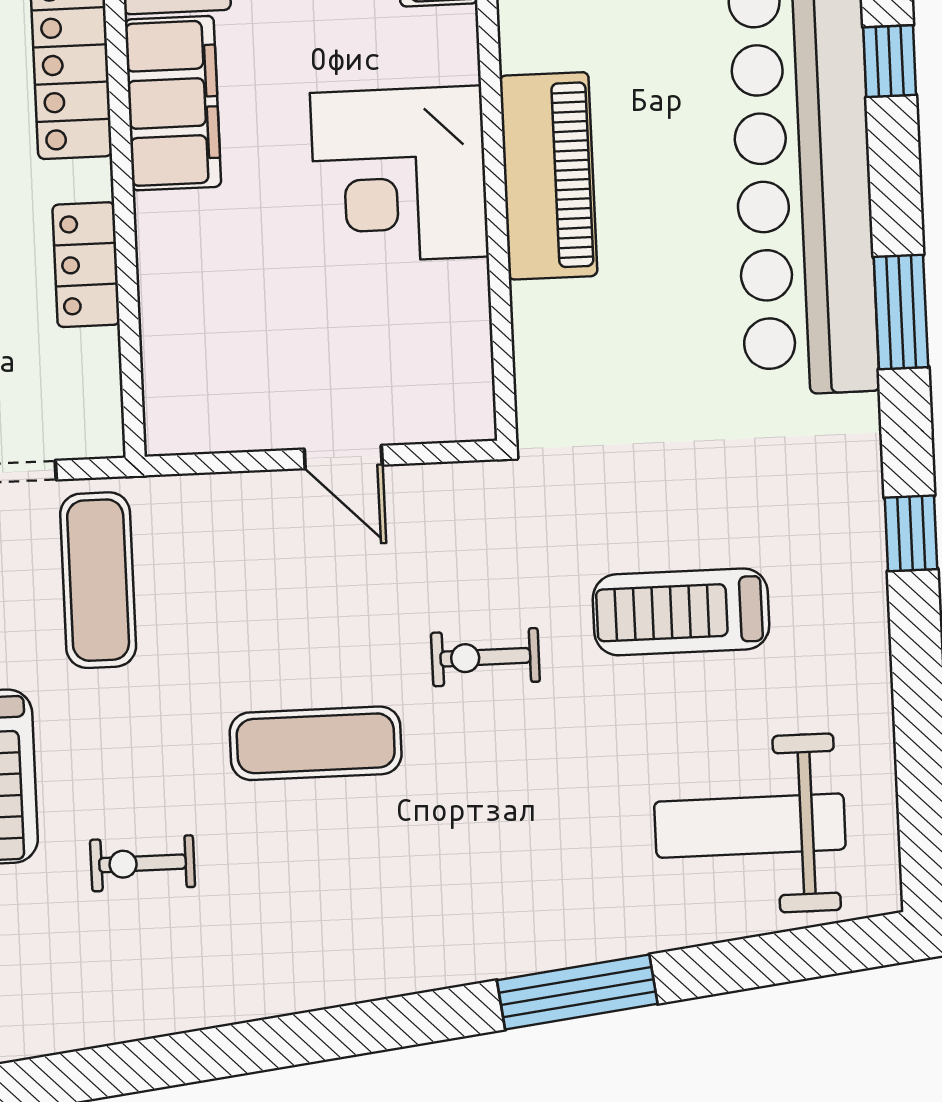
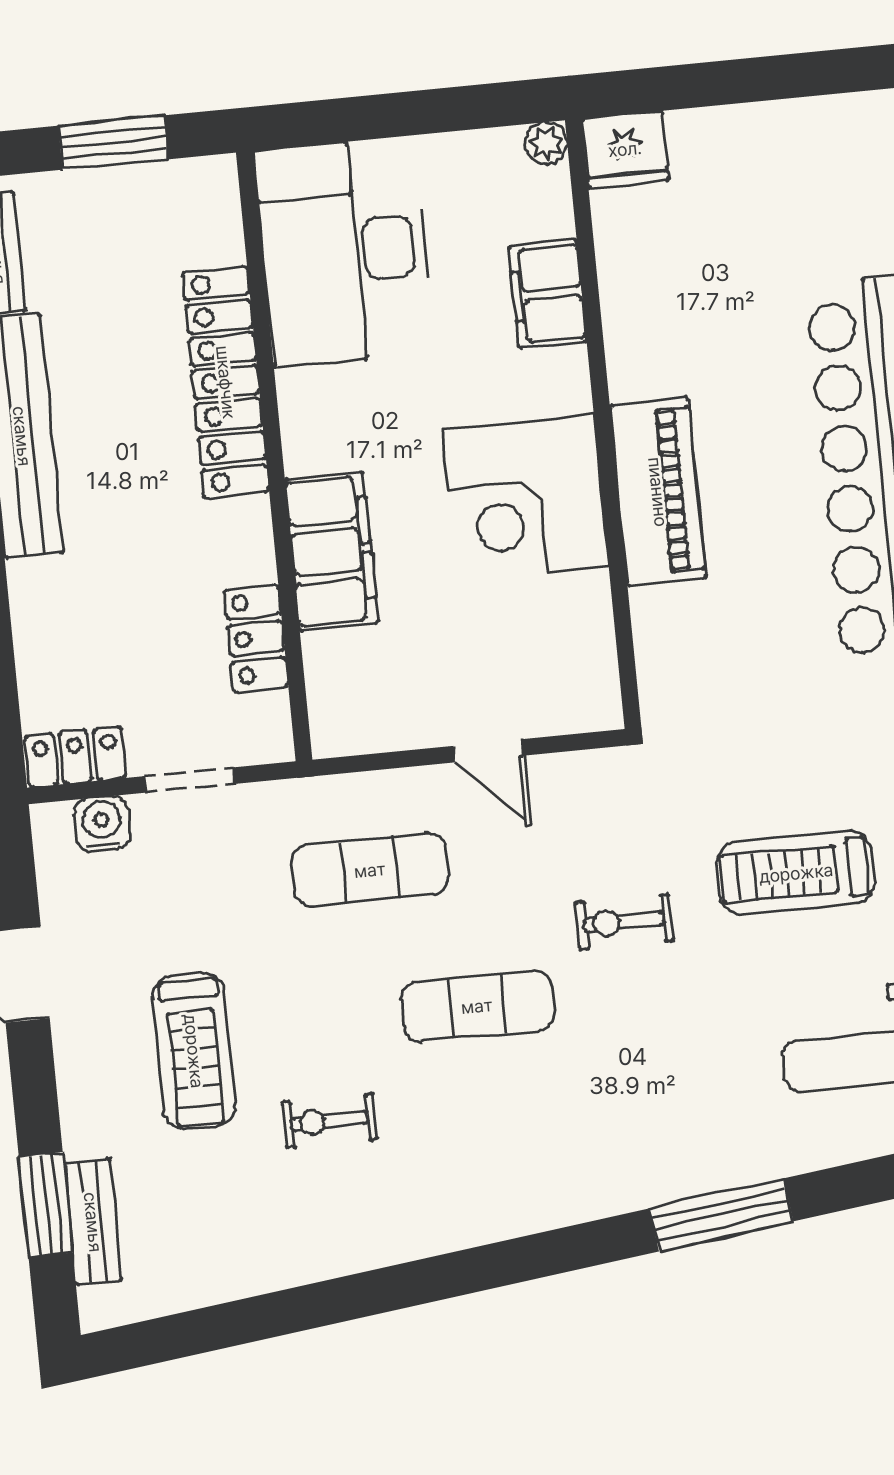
filing cabinet: (173, 103) -> (331, 551), moved
locker: (86, 265) -> (256, 638), moved
exercise mat: (98, 580) -> (370, 870), moved, turned 90

